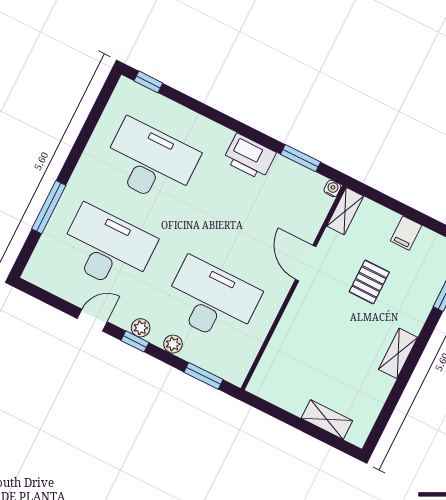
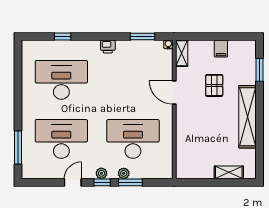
window: (148, 82) -> (63, 36), moved
printer: (249, 157) -> (108, 46), width x0.53, depth x0.68
window: (49, 207) -> (18, 148), moved
shelving: (398, 353) -> (247, 117), width x2.20, depth x1.33
window: (203, 376) -> (130, 182), moved

